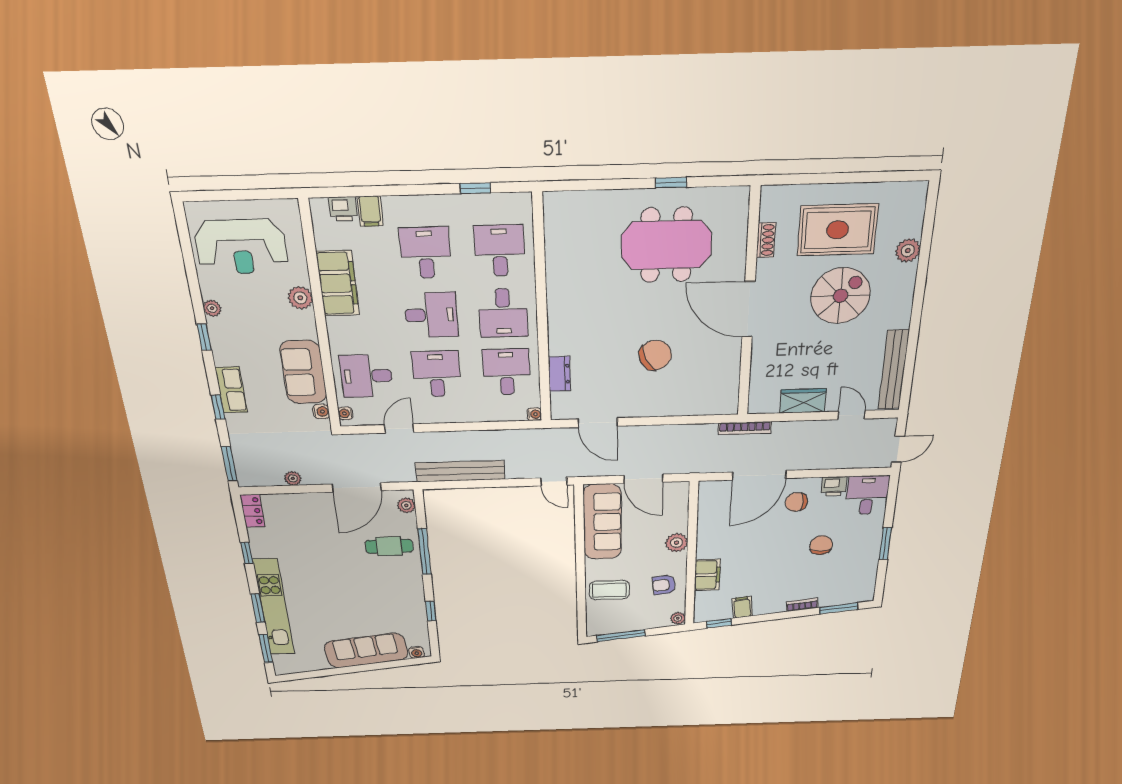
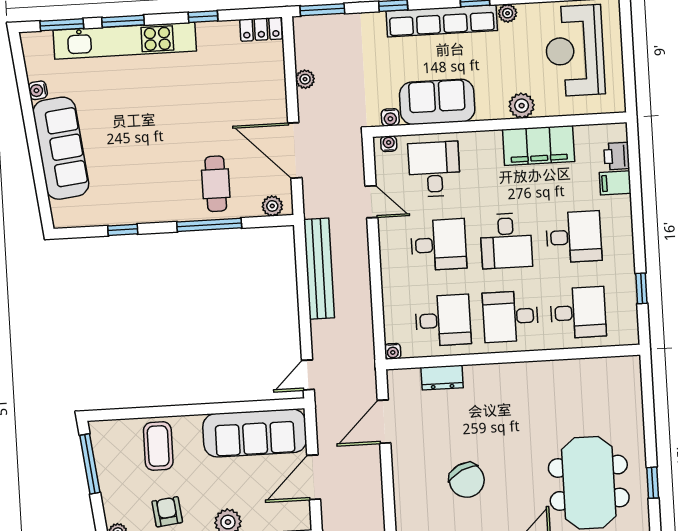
row of seats: (231, 390) -> (442, 21), width x2.02
water cooler: (417, 652) -> (38, 90), moved

